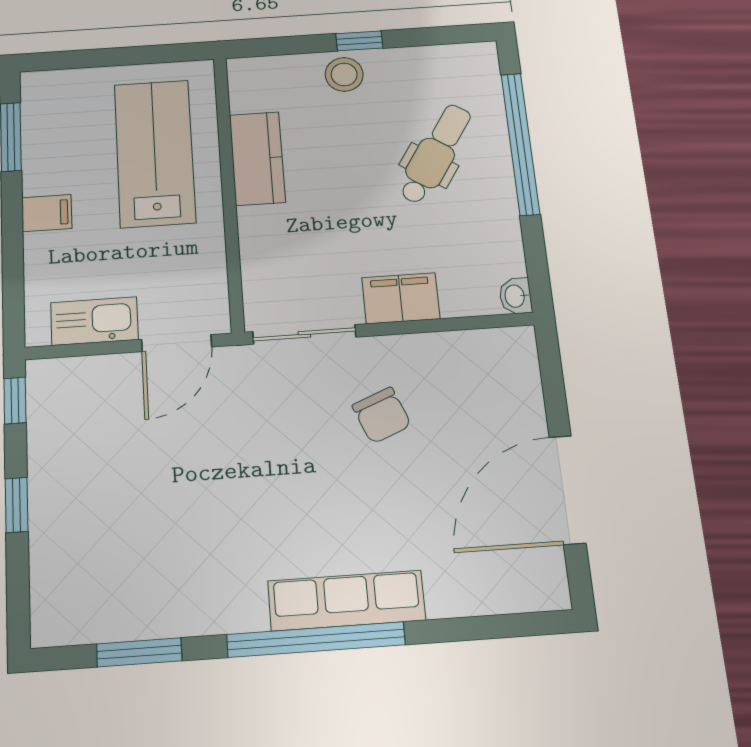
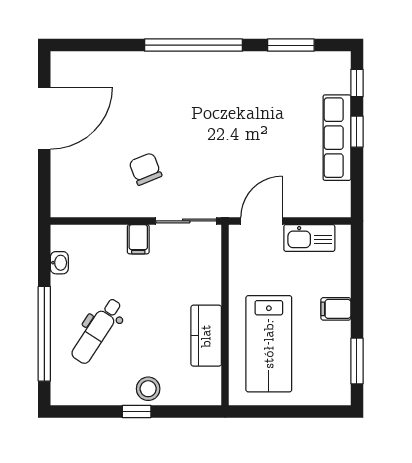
washbasin: (516, 296) -> (59, 263), moved
filing cabinet: (401, 298) -> (138, 239), width x0.50
window: (15, 401) -> (357, 83), moved
row of seats: (346, 601) -> (337, 138), moved, turned 90

